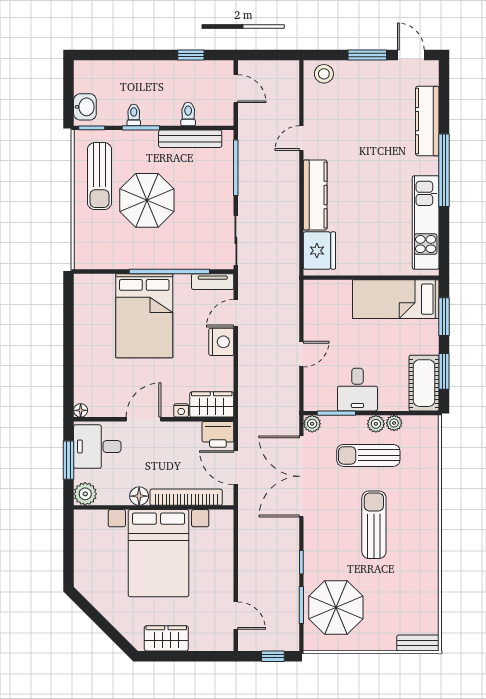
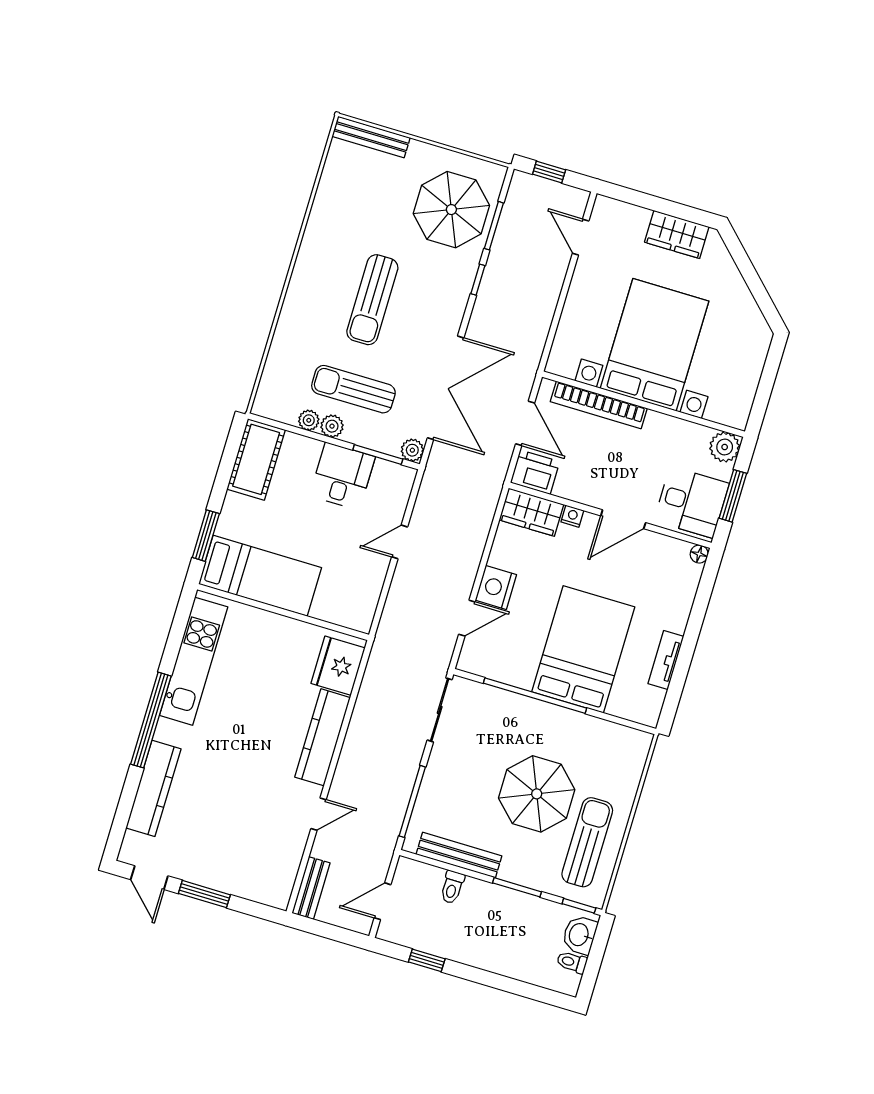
stool: (324, 74) -> (266, 887), removed
bench: (291, 83) -> (311, 888), added
door: (236, 89) -> (383, 901), hinge flipped
toilet: (134, 115) -> (572, 962), moved, turned 90
tv unit: (213, 282) -> (666, 660), moved, turned -90
window: (444, 371) -> (226, 467), removed
sun lounger: (368, 455) -> (353, 389), turned 180
floor lamp: (139, 496) -> (658, 424), removed
bench: (418, 643) -> (371, 137), width x1.36

